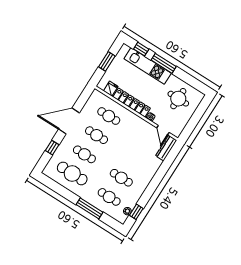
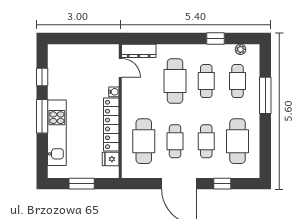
window: (141, 49) -> (42, 77), moved
round table: (178, 99) -> (72, 73), removed
cafe table: (109, 116) -> (144, 141), width x1.37, depth x1.35
door: (163, 130) -> (120, 68), hinge flipped
cafe table: (133, 159) -> (175, 81), added
window: (136, 212) -> (215, 39), moved

